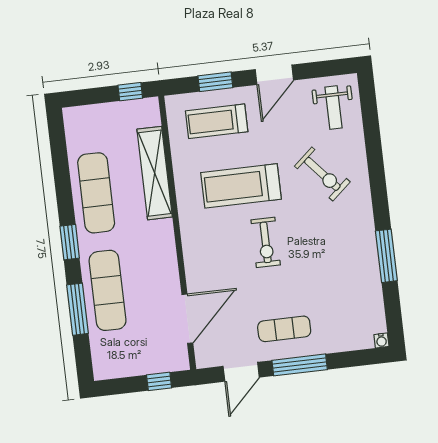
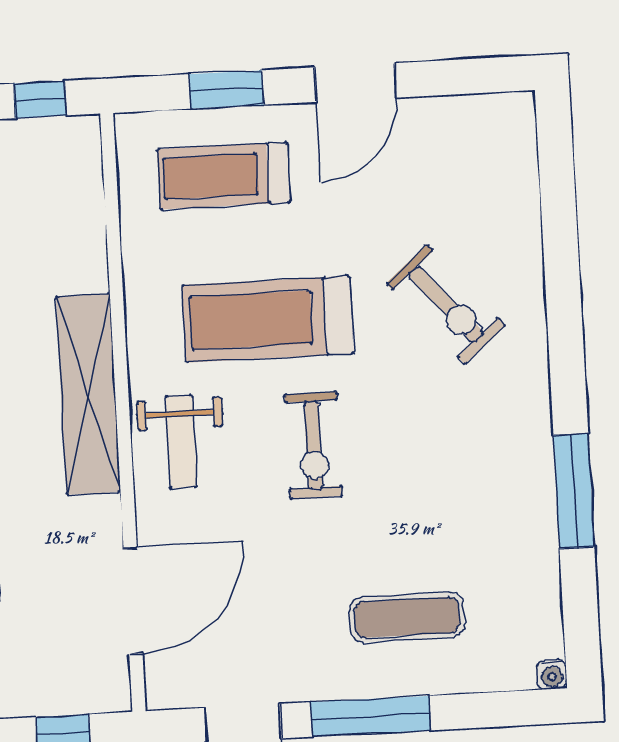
weight bench: (334, 108) -> (181, 442), moved
shelving: (155, 173) -> (88, 394), moved
exercise mat: (284, 329) -> (407, 617), moved

